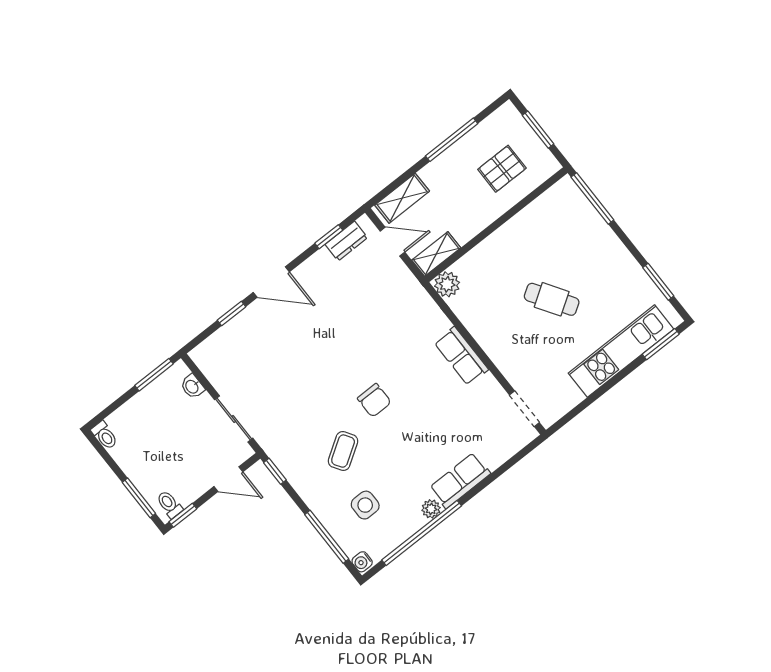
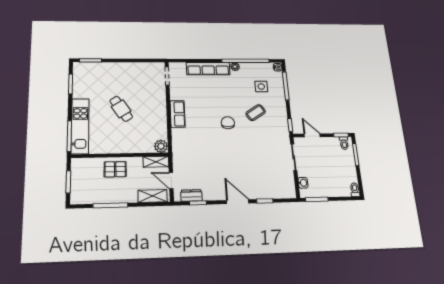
pallet: (502, 169) -> (115, 169), moved
kitchen unit: (621, 351) -> (80, 126), moved, turned -90
row of seats: (460, 481) -> (208, 69), width x1.48

